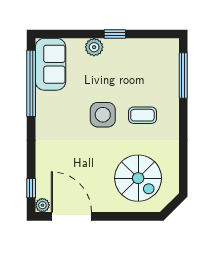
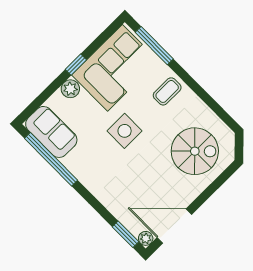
corner sofa: (140, 64) -> (115, 68), added
coffee table: (142, 115) -> (167, 91), moved
window: (31, 188) -> (125, 234), width x1.50

